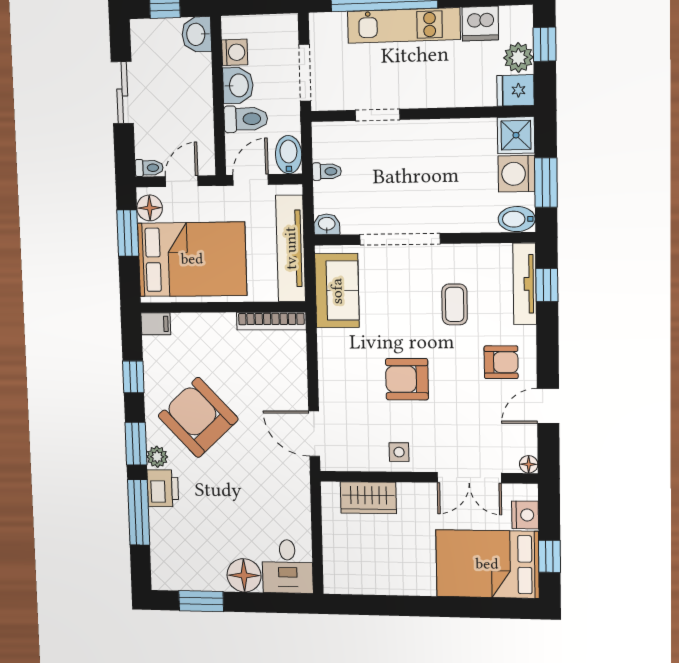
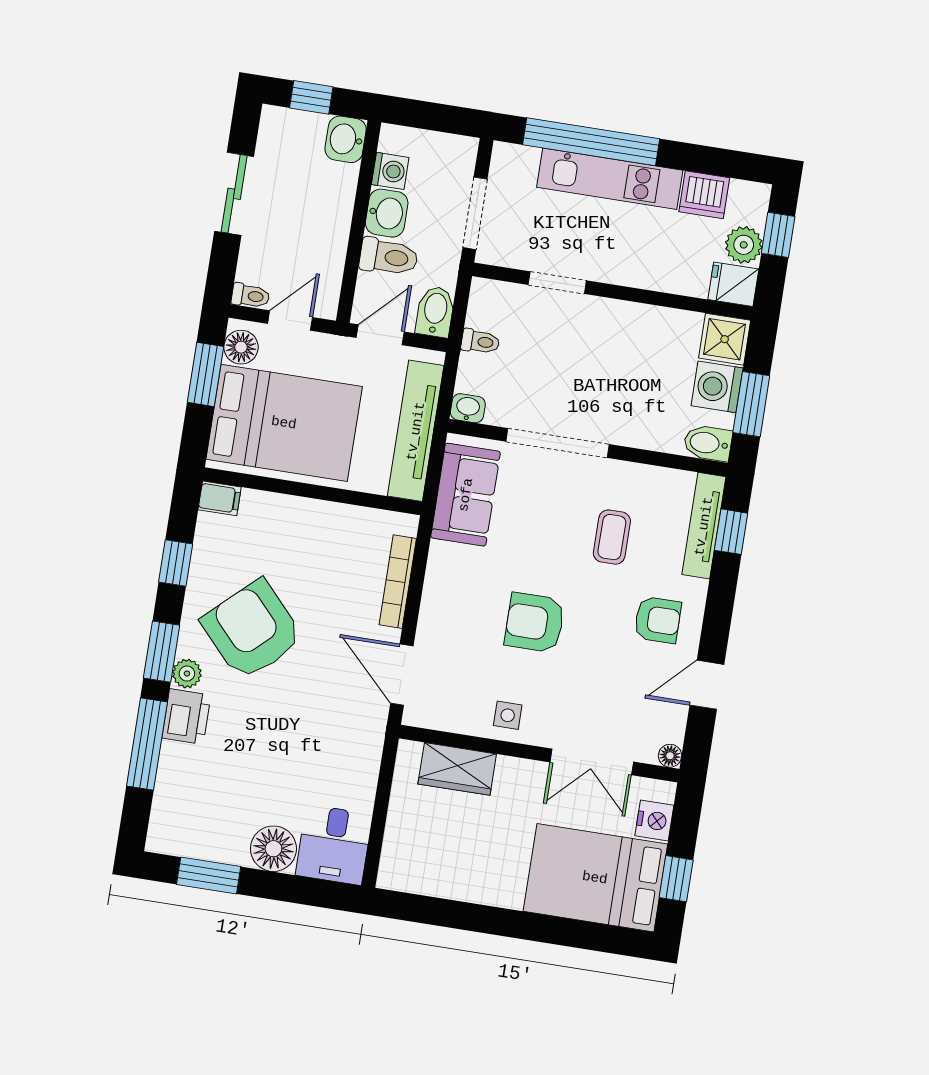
bookcase: (271, 321) -> (398, 582), moved, turned 90

